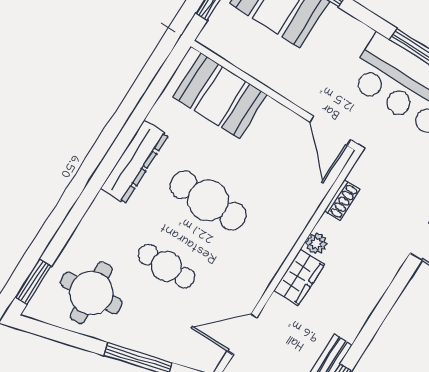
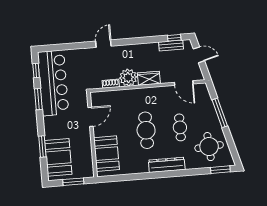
door: (330, 131) -> (91, 117), moved
dresser: (134, 162) -> (167, 165), moved
plant: (316, 243) -> (128, 78), width x1.87, depth x1.87

